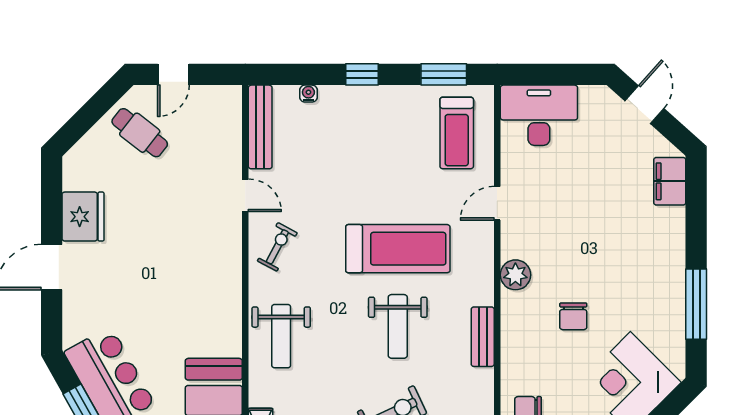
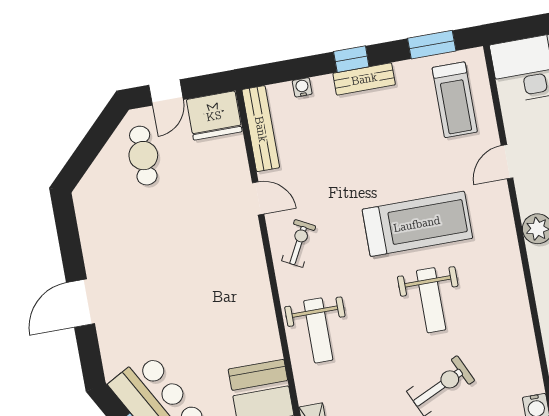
cafe table: (140, 133) -> (143, 156), turned 52
fridge: (83, 217) -> (214, 116), moved, turned 90
bench: (483, 337) -> (364, 79), moved, turned 90

